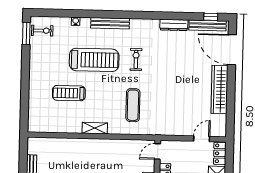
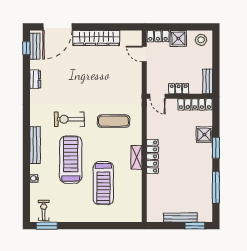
dresser: (174, 25) -> (35, 79), width x0.70
bench: (208, 26) -> (35, 46), width x0.73
exercise bike: (136, 59) -> (69, 119), width x1.38, depth x1.39
treadmill: (69, 93) -> (103, 183), width x1.37, depth x1.38
locker: (95, 145) -> (152, 156), added

